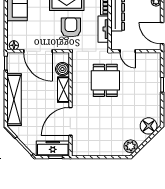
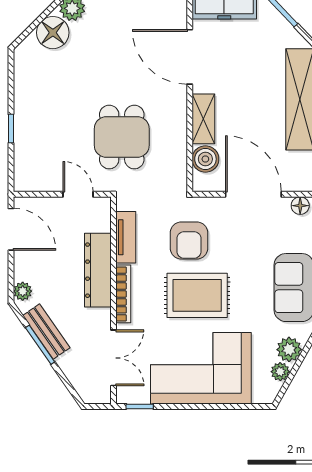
door: (70, 121) -> (190, 57), swing flipped
floor lamp: (149, 126) -> (53, 33), moved

